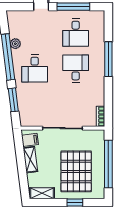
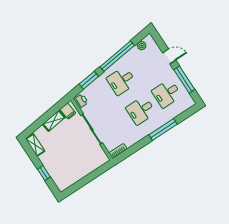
plant: (15, 44) -> (142, 46), moved
desk: (76, 69) -> (141, 110), turned 180
printer: (28, 121) -> (81, 101), added
window: (108, 164) -> (87, 179), removed
pallet: (76, 171) -> (67, 159), removed

